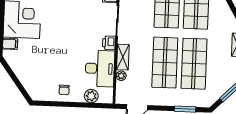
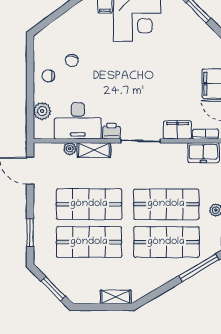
chair: (53, 71) -> (72, 60), added

